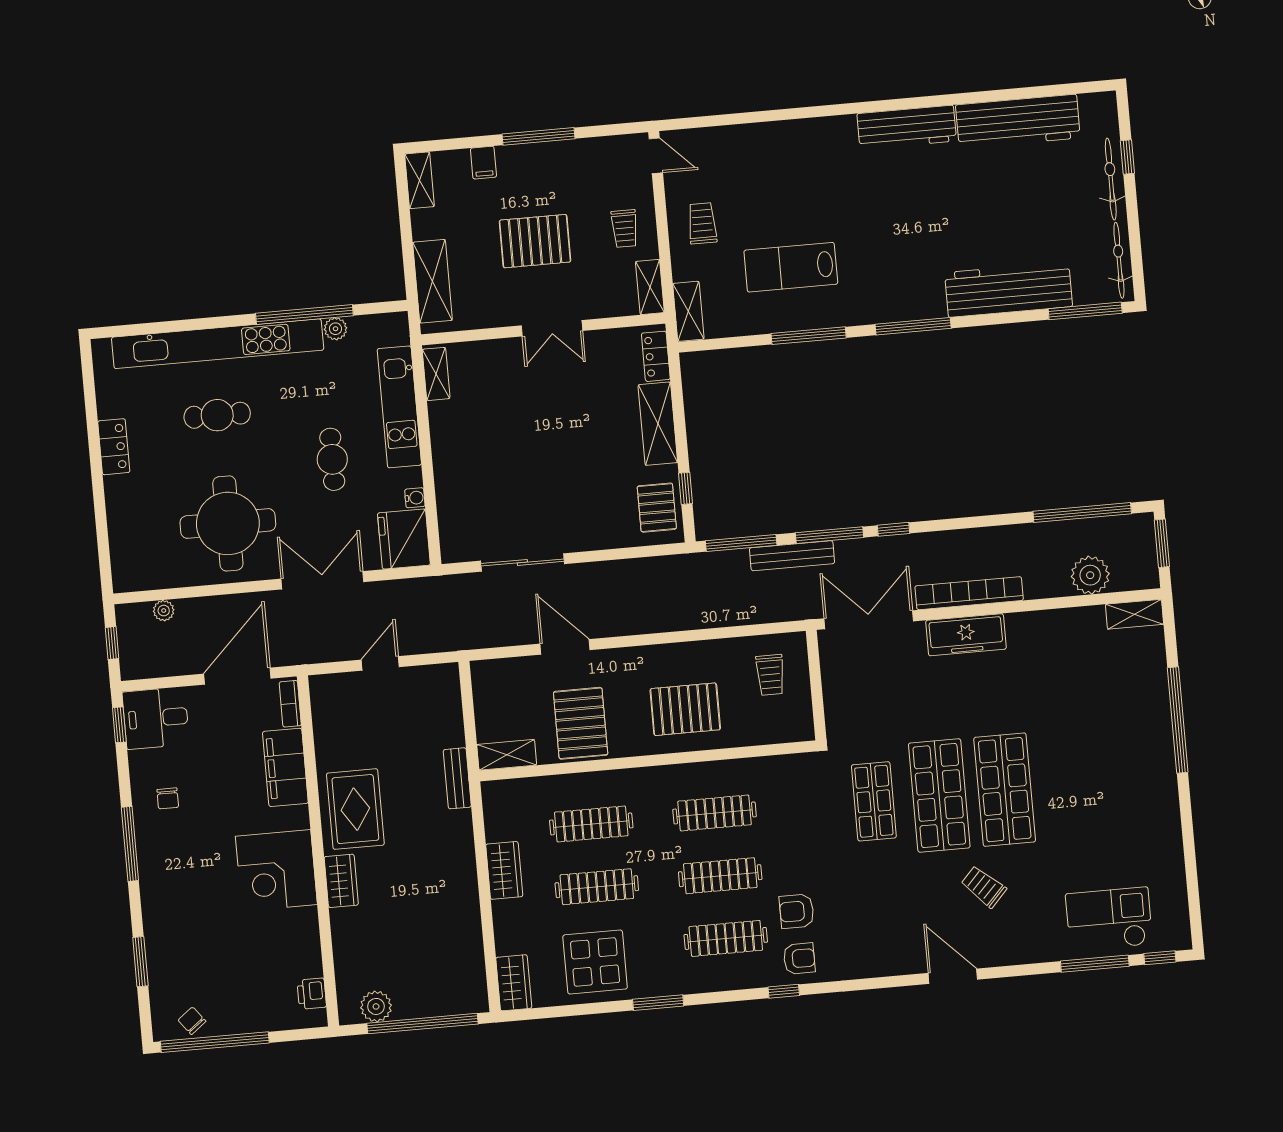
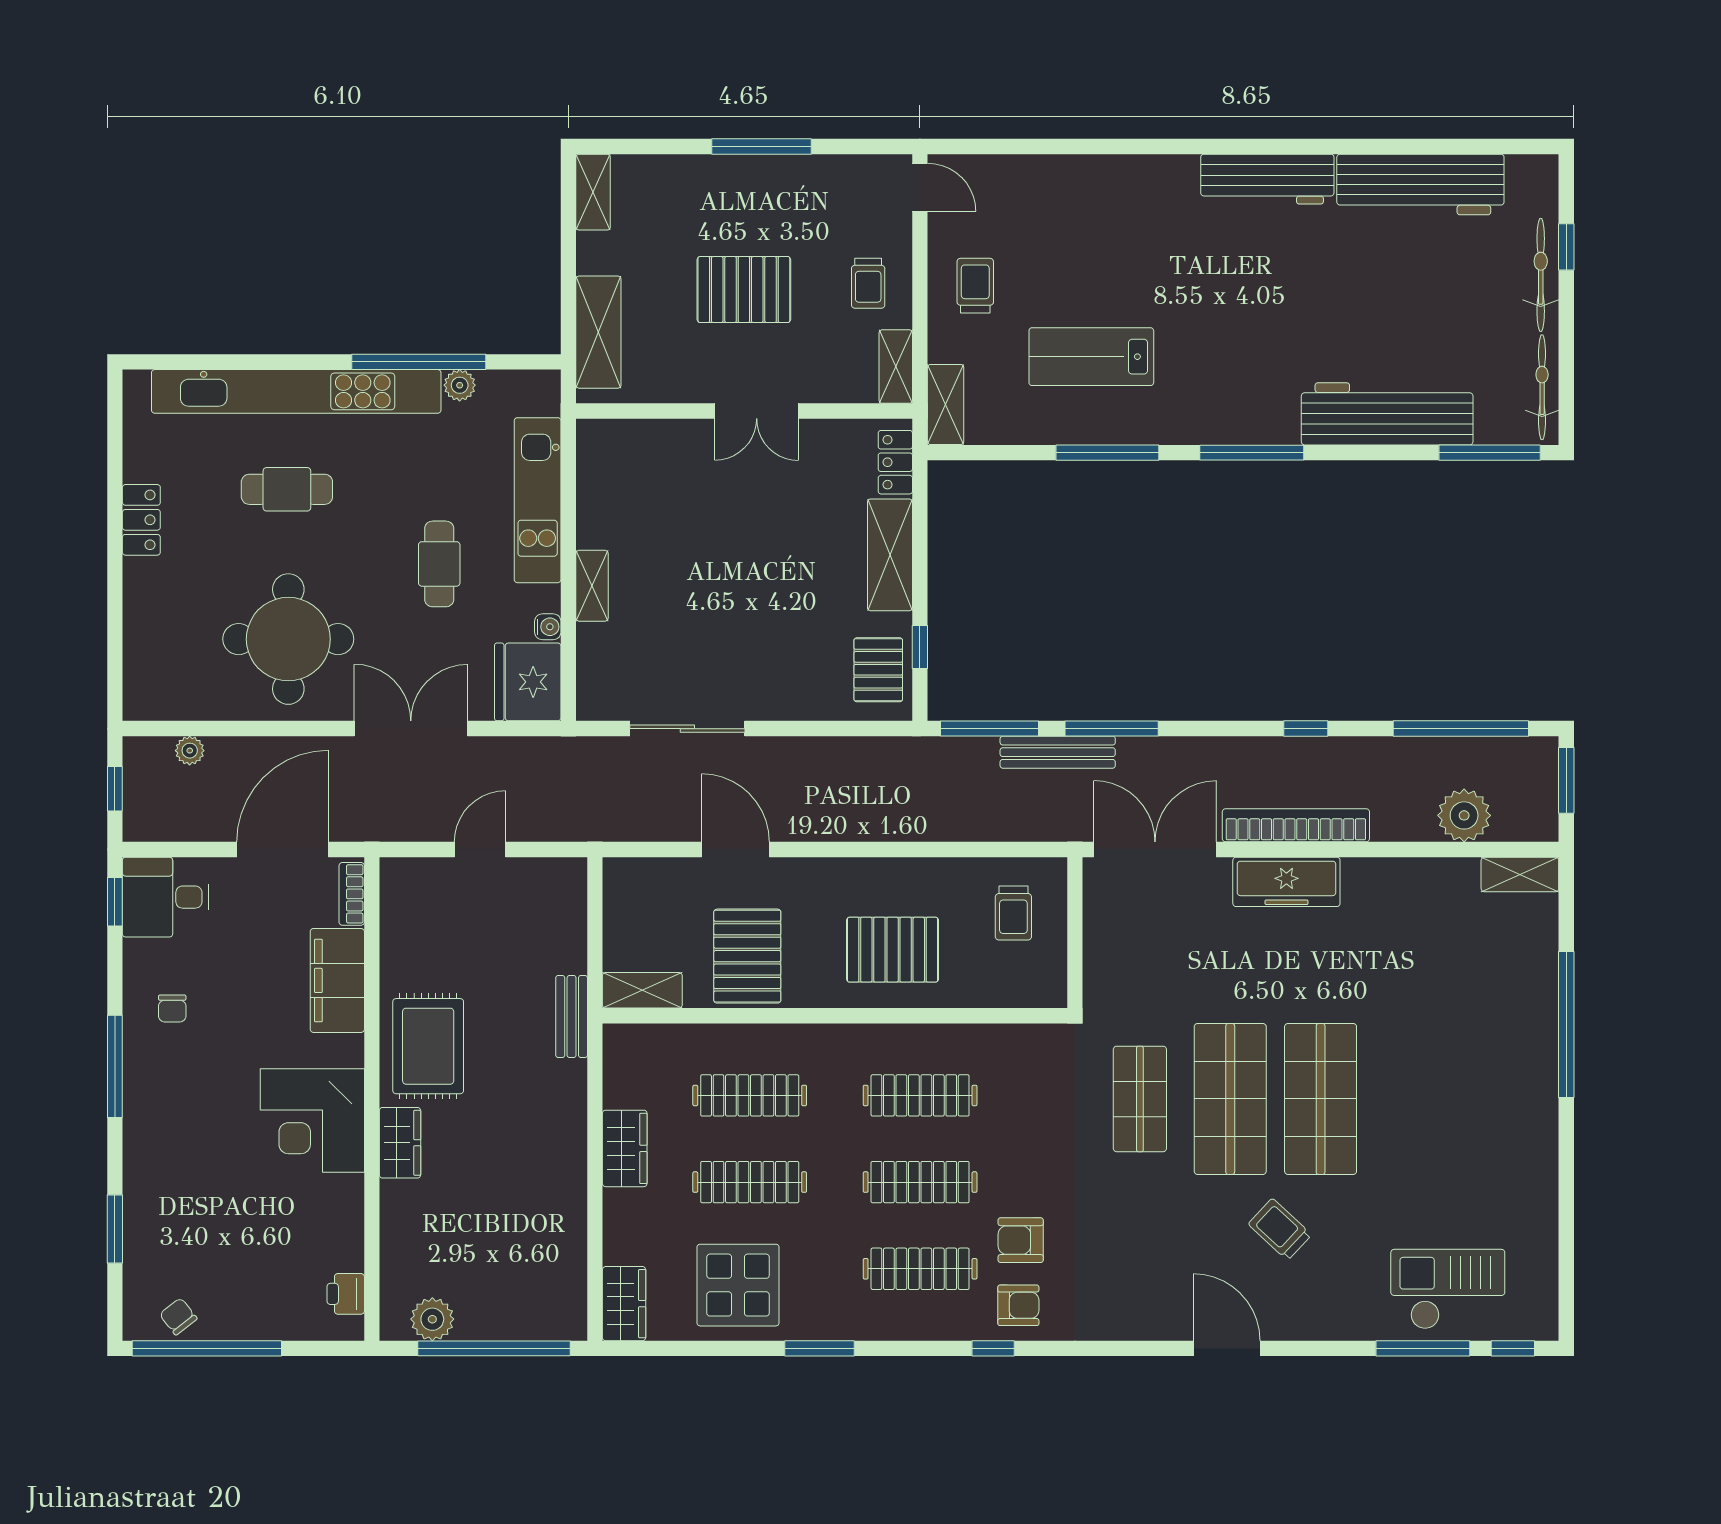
filing cabinet: (483, 163) -> (683, 176), removed
shelving: (436, 374) -> (592, 586), moved
window: (894, 529) -> (1306, 729), moved

